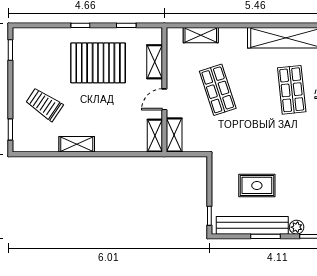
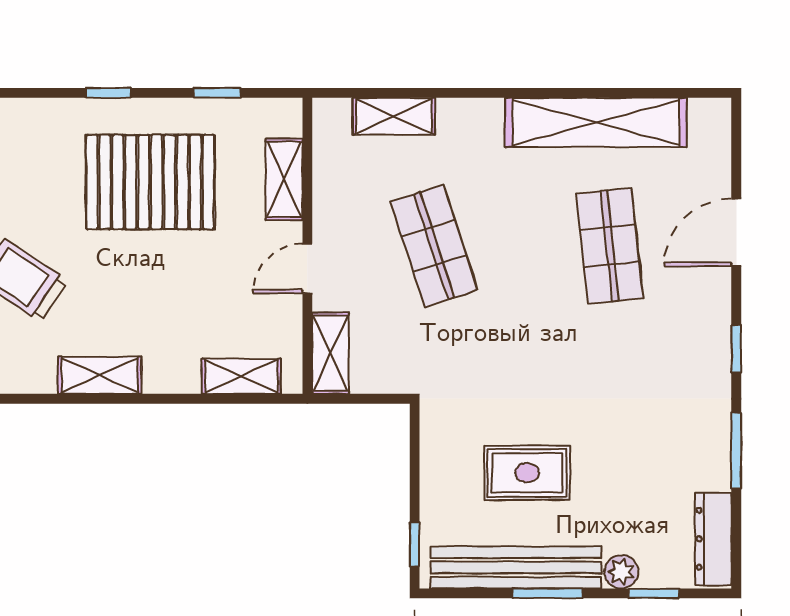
shelving: (155, 136) -> (241, 376), moved, turned 90

